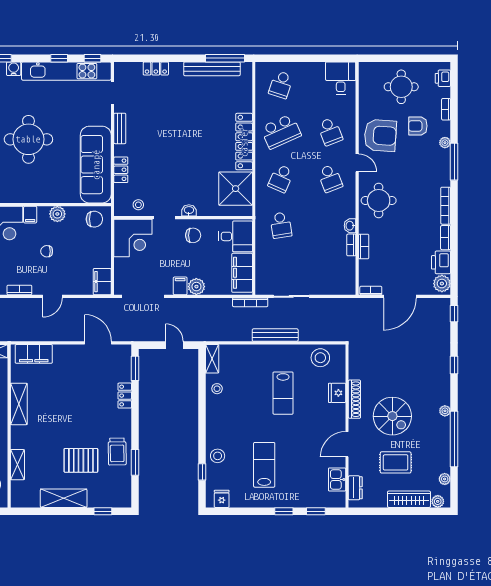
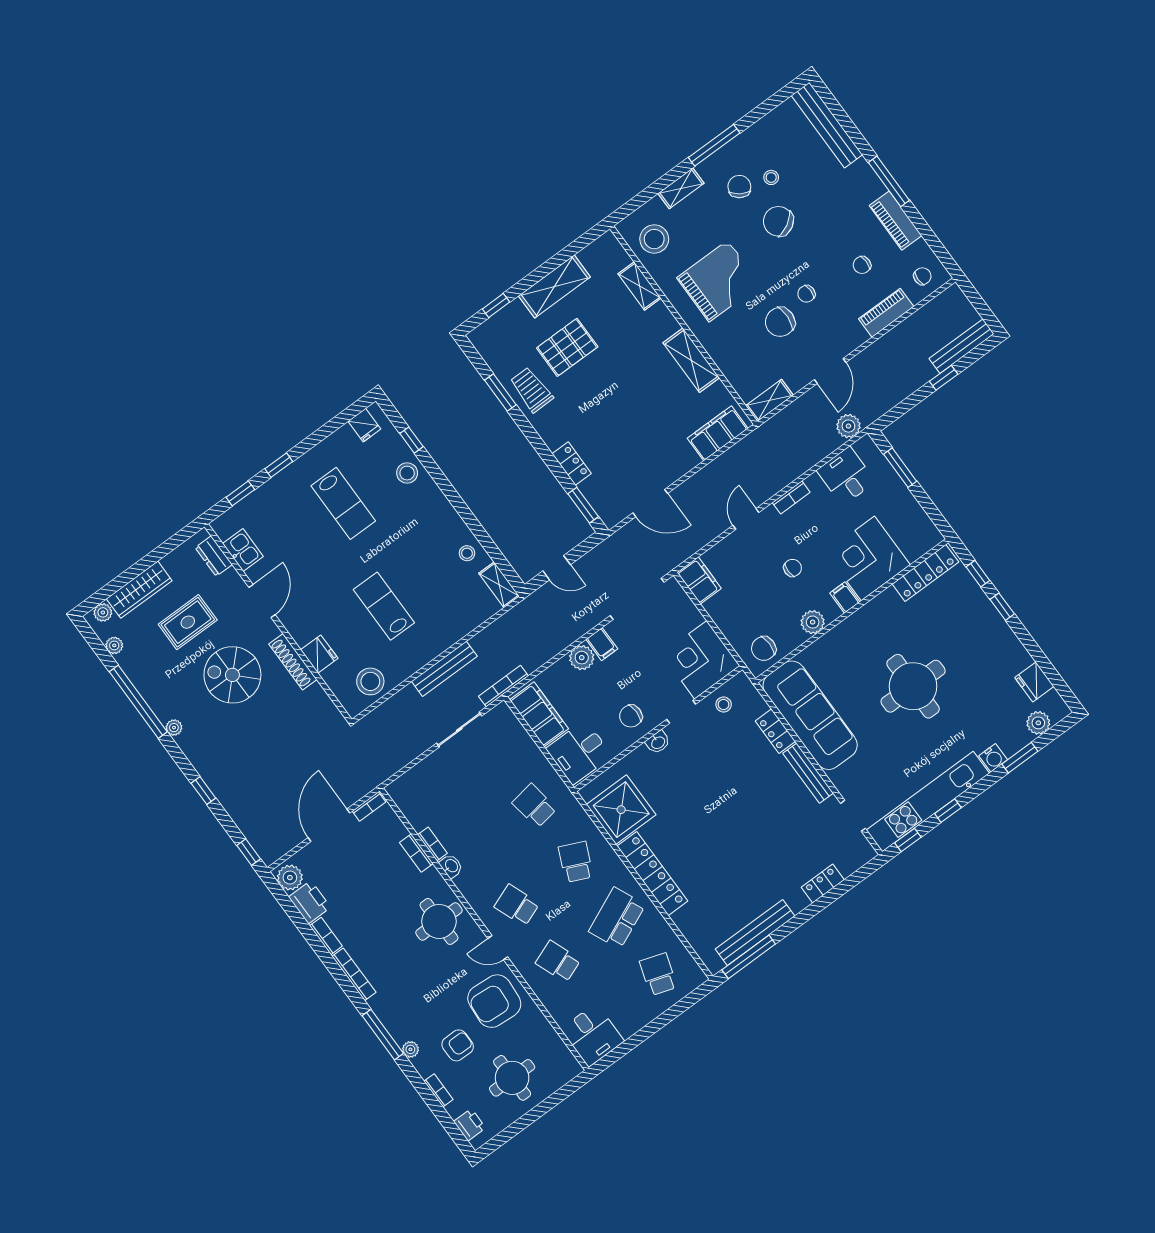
bench: (120, 128) -> (808, 773), width x1.36

